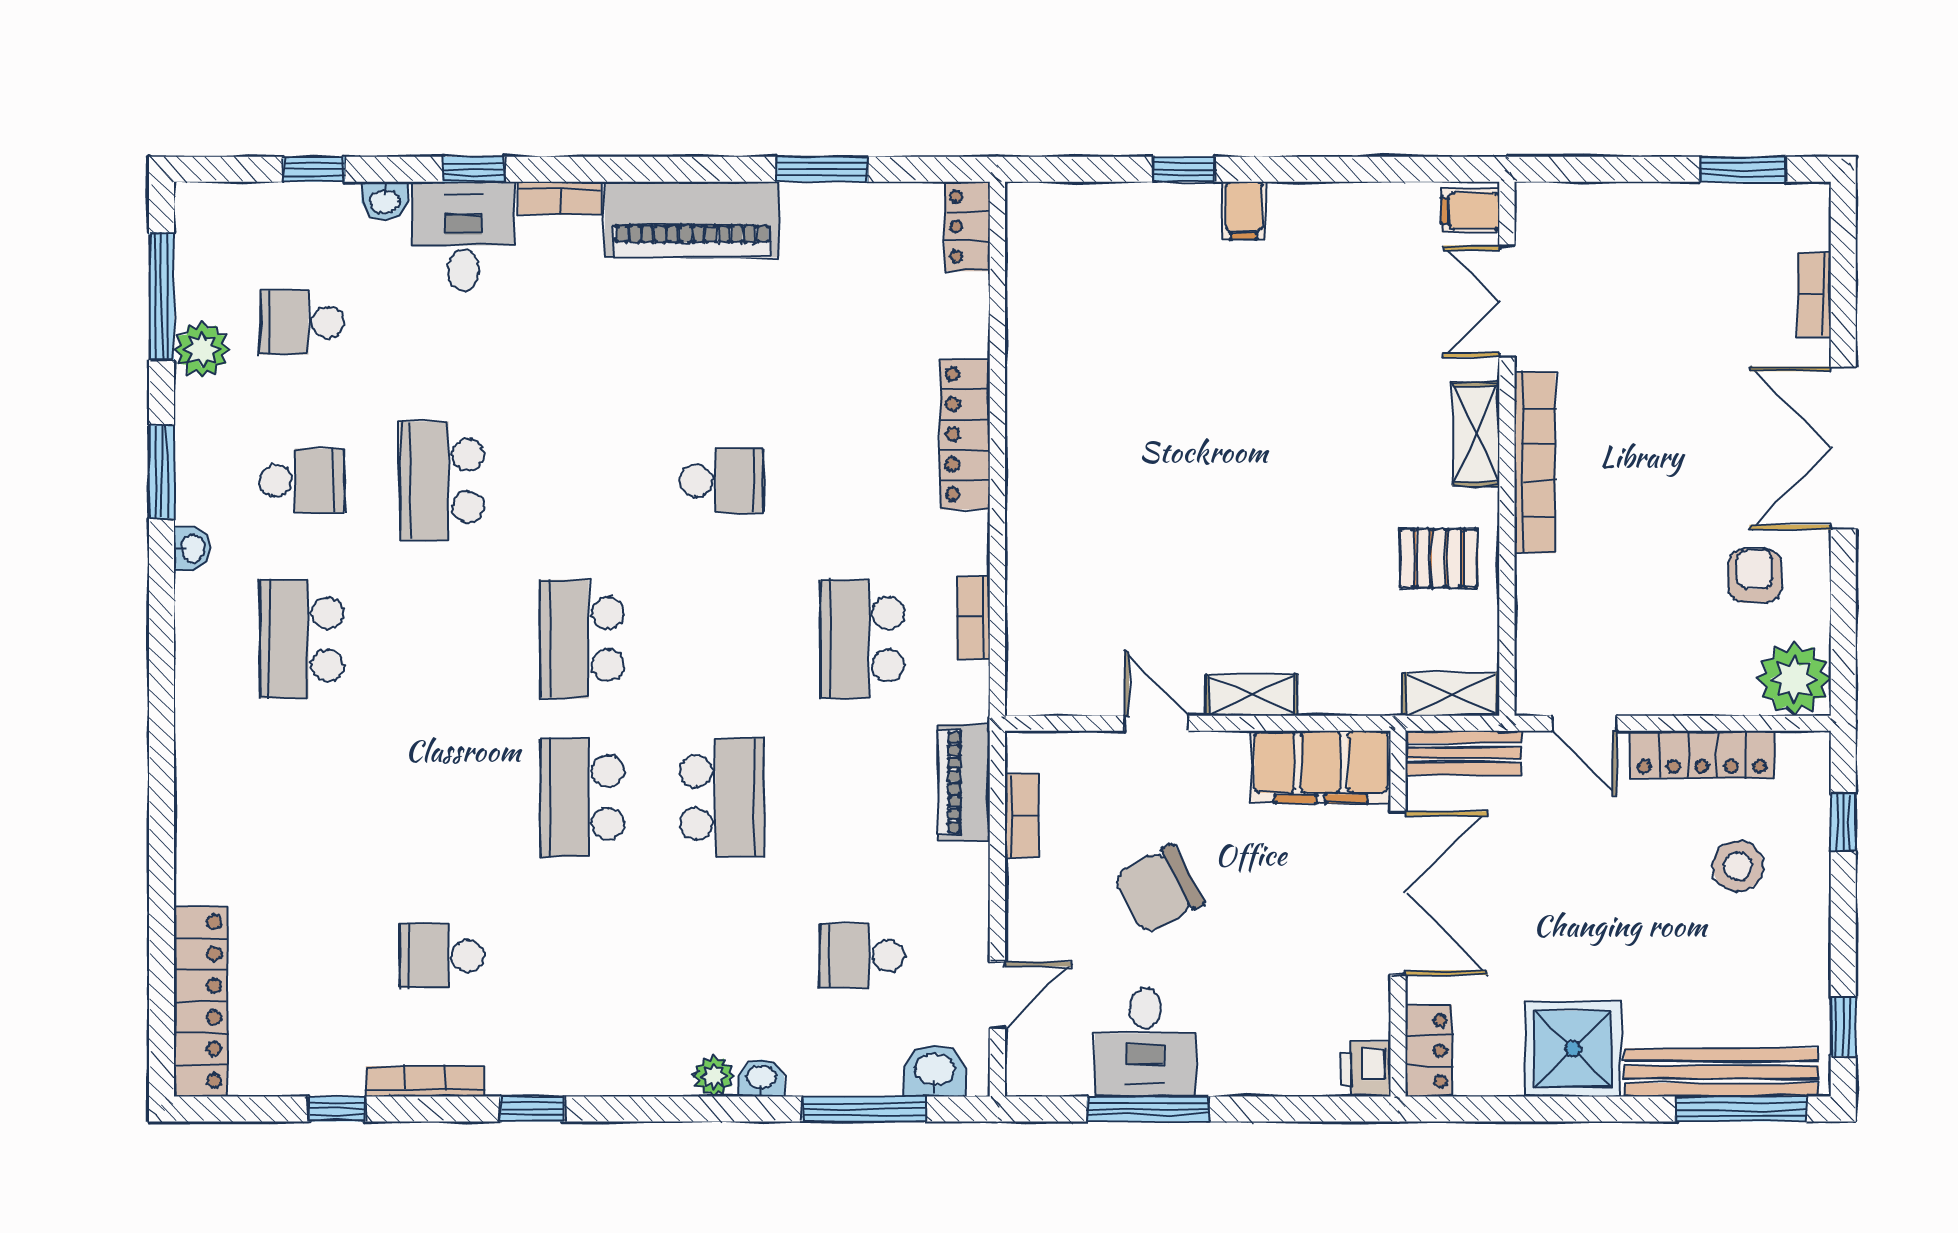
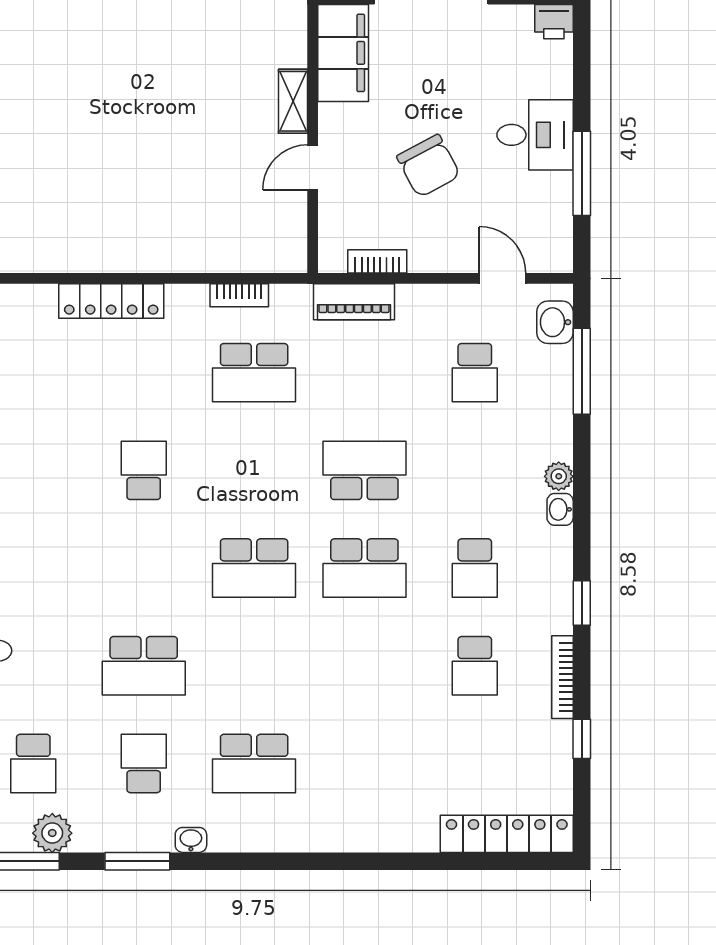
school desk: (582, 956) -> (475, 568), added
desk: (1145, 1042) -> (535, 135), moved
washbasin: (761, 1078) -> (560, 509), moved

